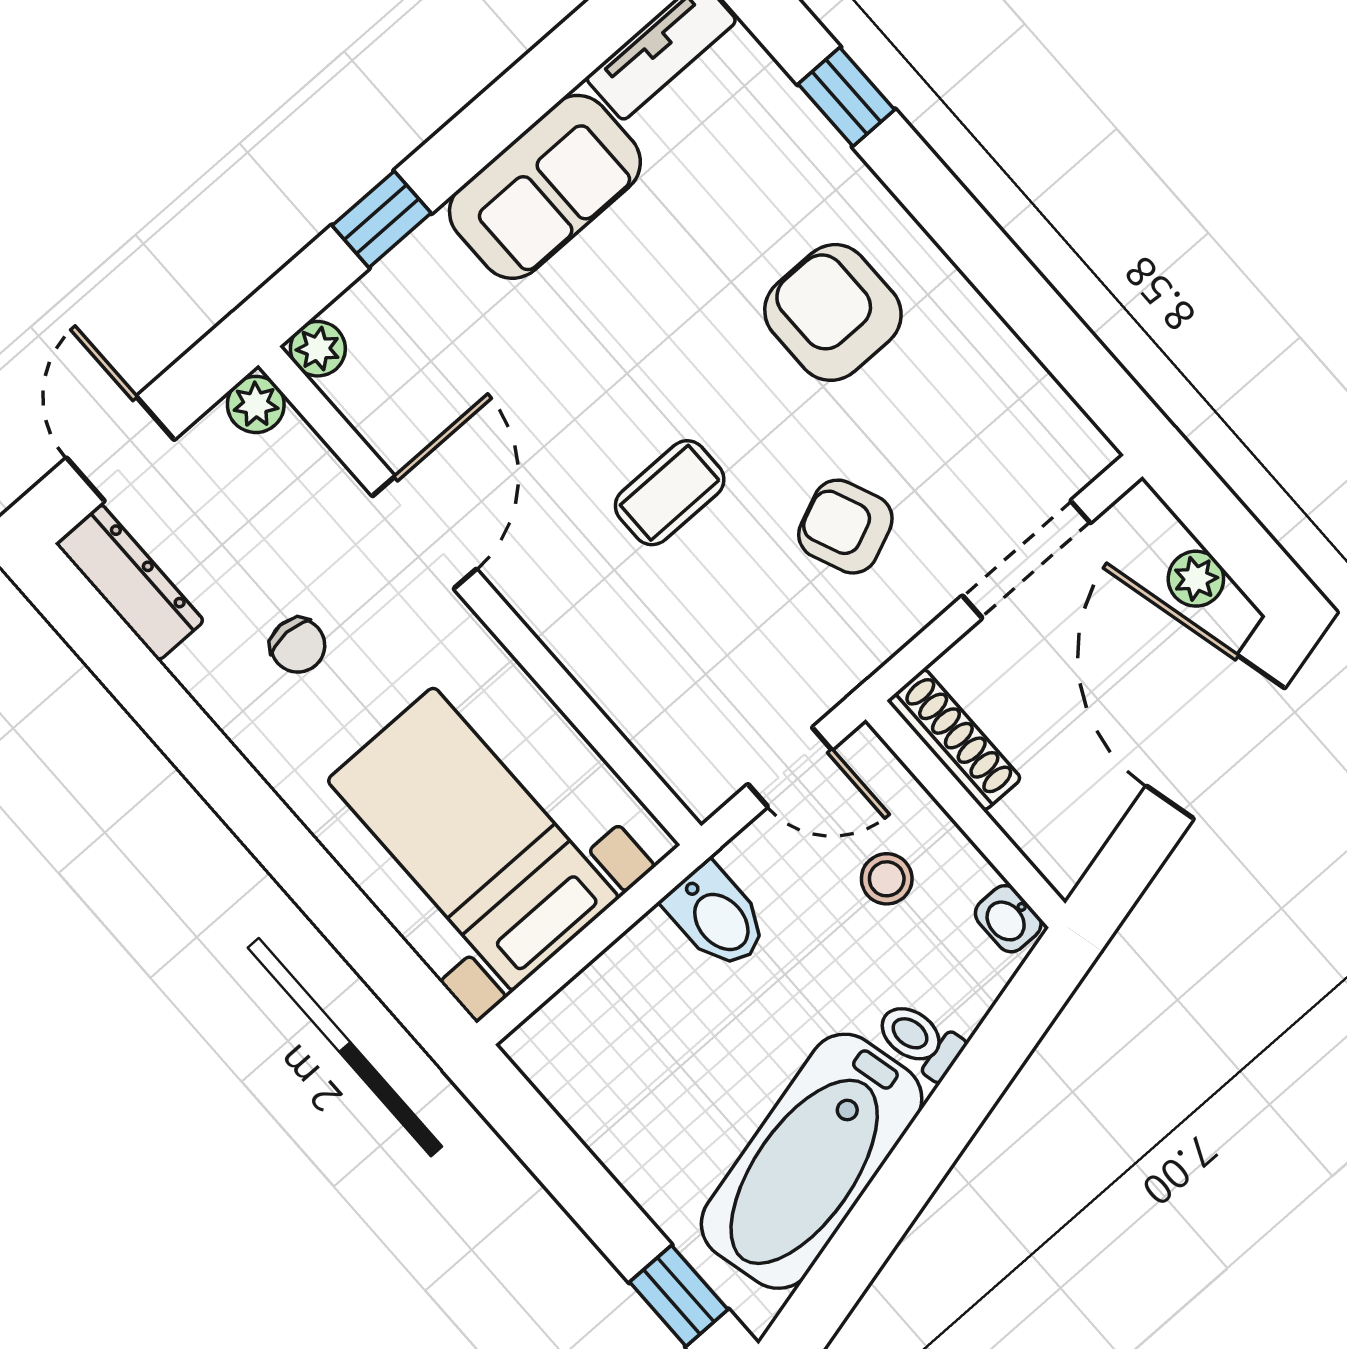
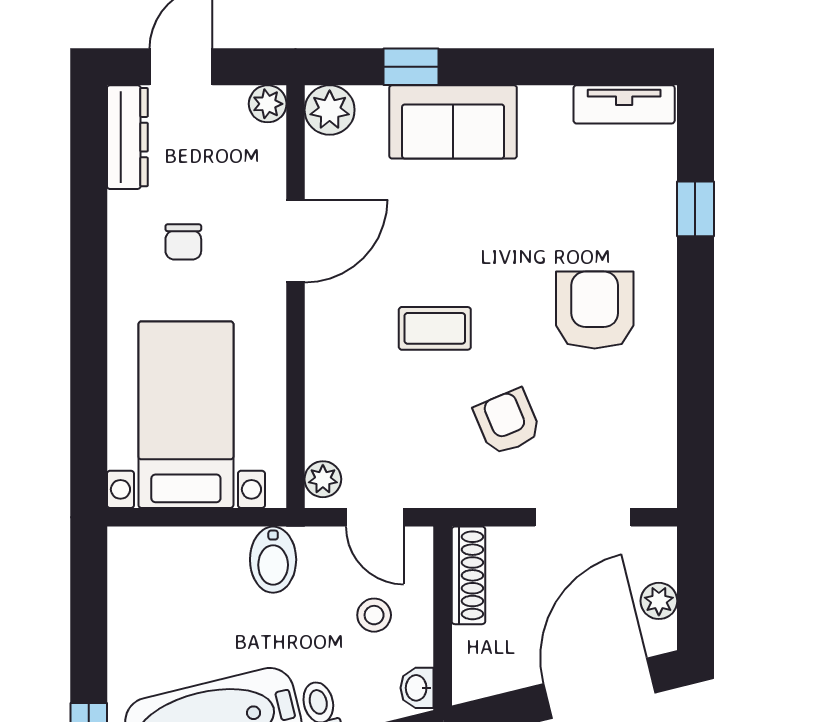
sofa: (545, 187) -> (453, 122), moved
plant: (318, 349) -> (330, 110), width x1.38, depth x1.38
plant: (693, 776) -> (323, 479), added

